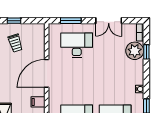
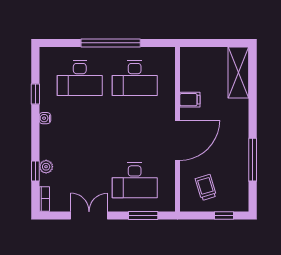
trolley: (15, 43) -> (206, 187), moved
plant: (135, 51) -> (46, 167), width x0.53, depth x0.53

